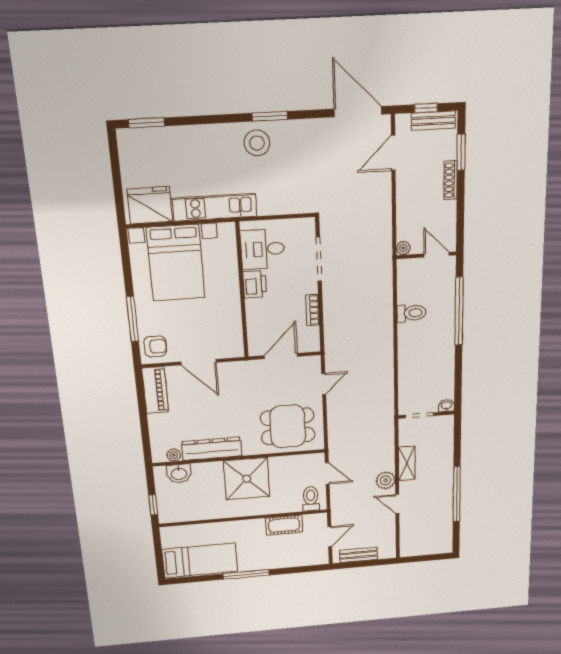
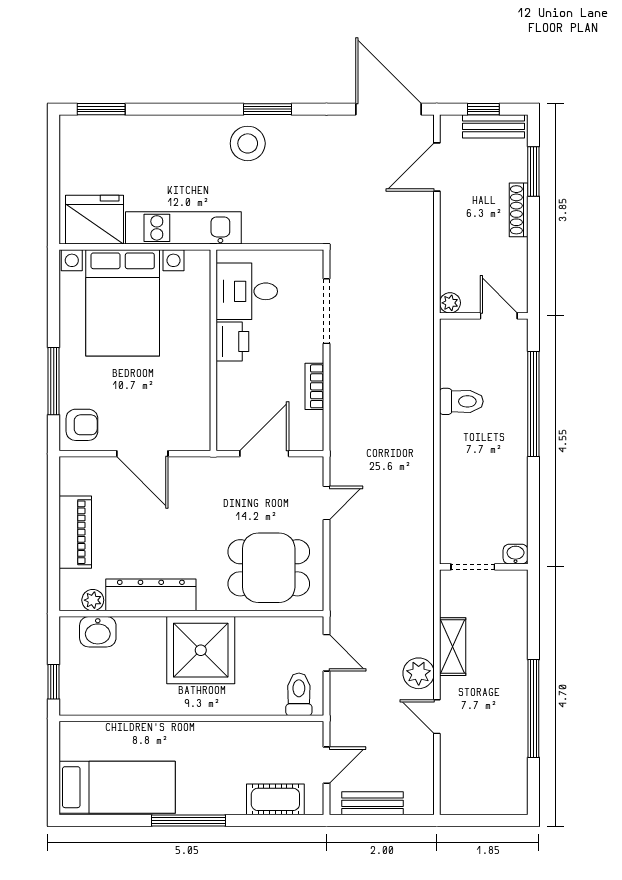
piano: (155, 390) -> (75, 532), moved
cot: (284, 525) -> (275, 799), moved

